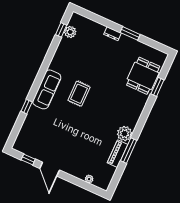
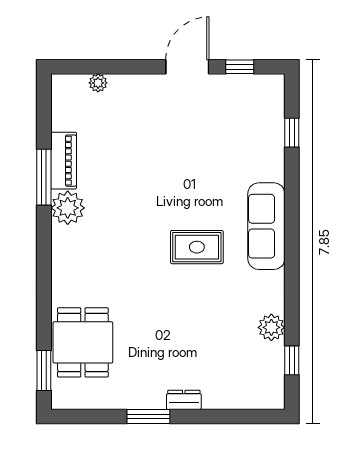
plant: (70, 32) -> (271, 327), moved
window: (157, 87) -> (44, 370), moved
rug: (79, 94) -> (197, 247), turned 90
window: (27, 107) -> (292, 133), moved
door: (50, 169) -> (187, 67), hinge flipped

